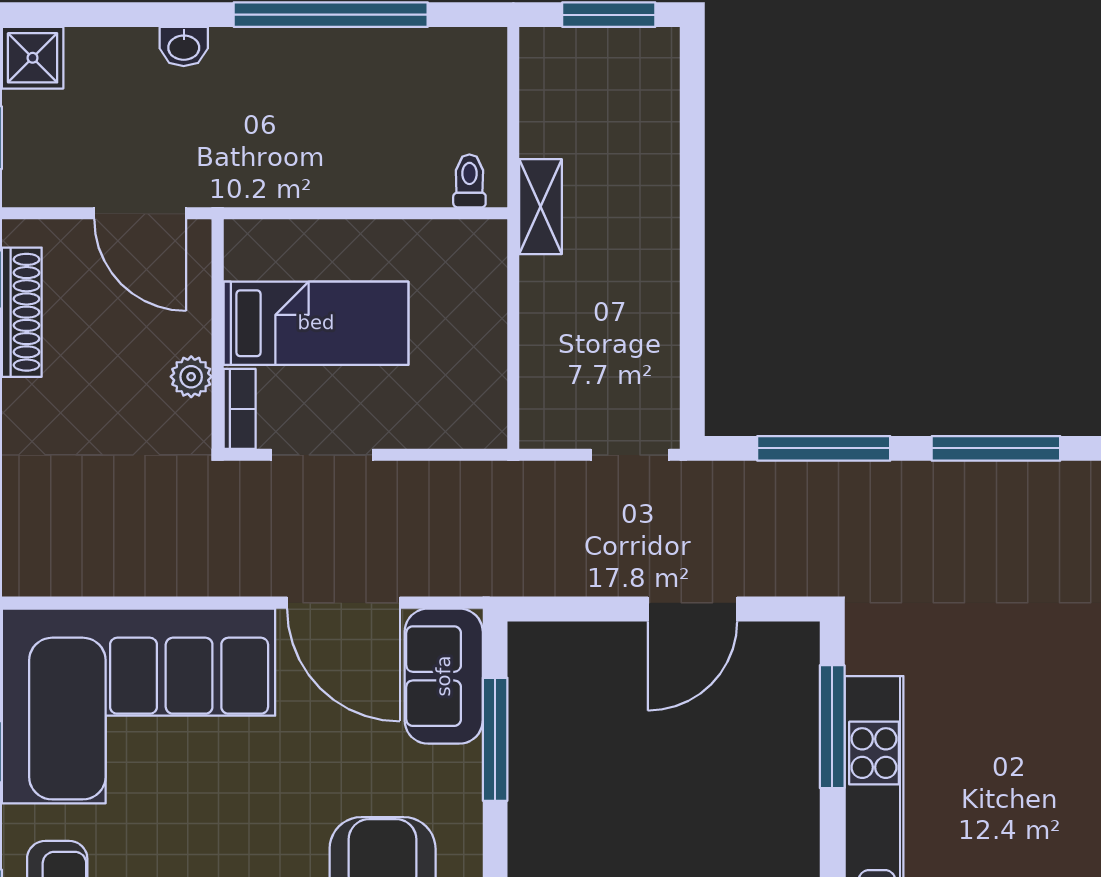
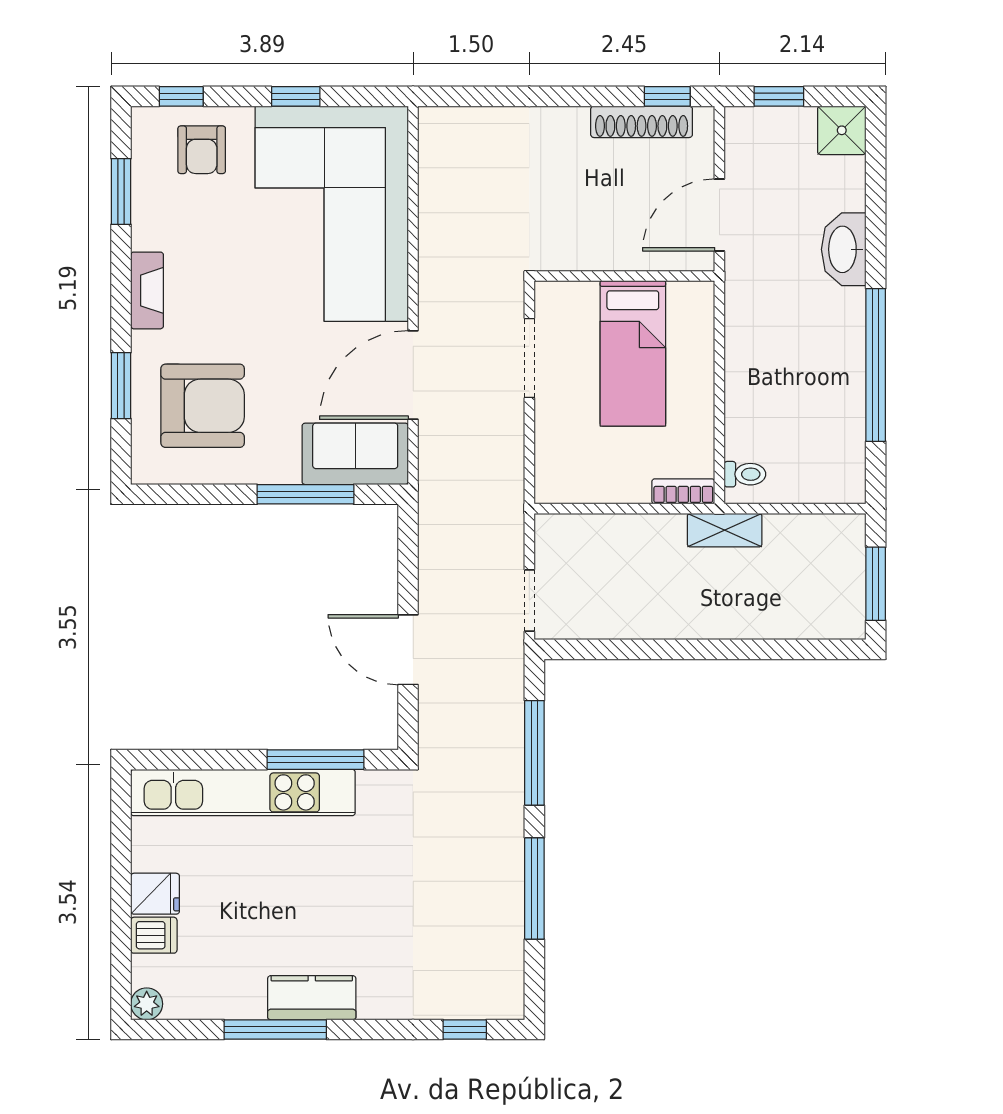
washbasin: (184, 47) -> (844, 249), width x1.91, depth x1.45
plant: (191, 377) -> (591, 255), removed
bookcase: (240, 409) -> (683, 491), moved, turned 180

